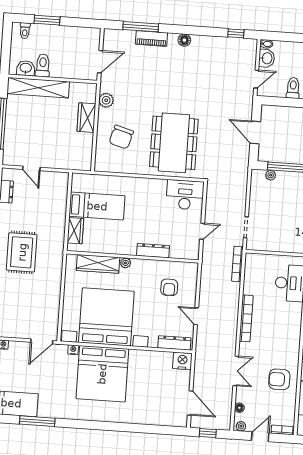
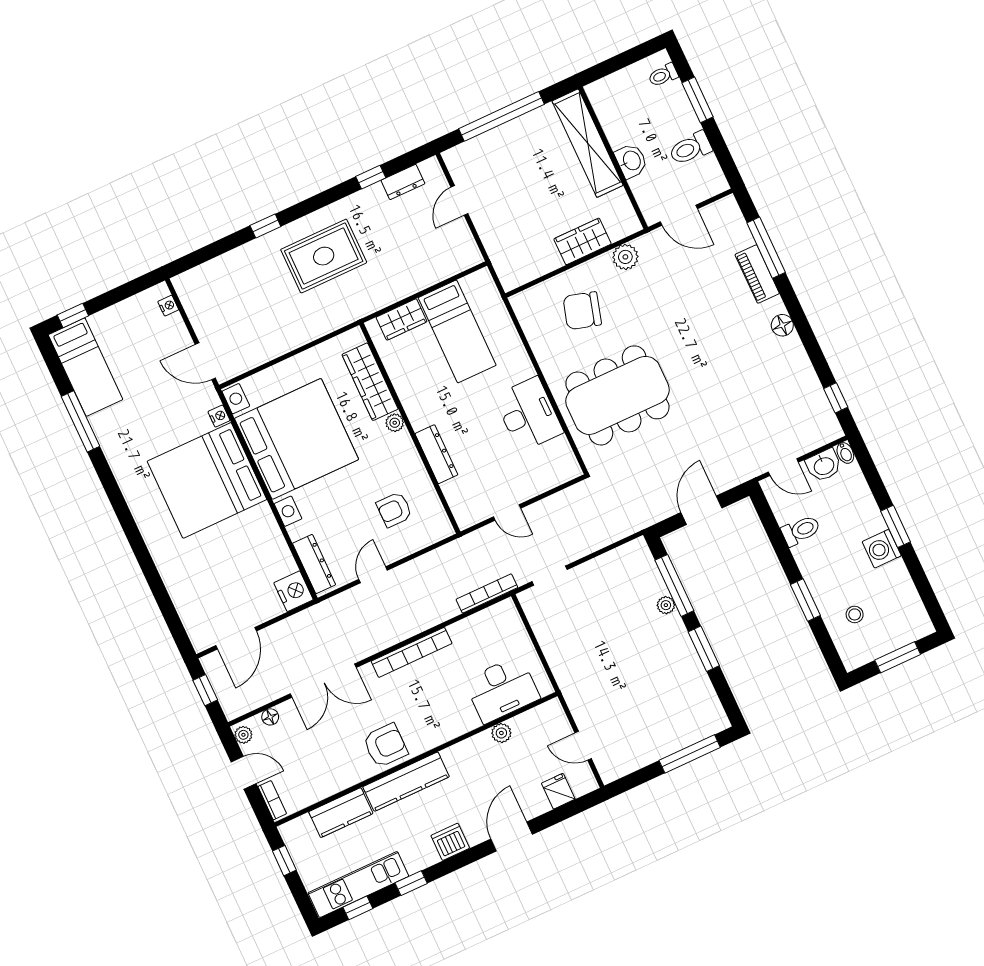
toilet: (43, 65) -> (690, 148), moved, turned 180
washbasin: (26, 68) -> (631, 161), moved
plant: (271, 175) -> (666, 605), moved
desk: (185, 195) -> (529, 414), moved
double door: (236, 371) -> (323, 681), width x1.37
armchair: (279, 379) -> (385, 745), moved, turned 90

